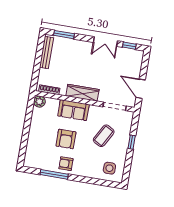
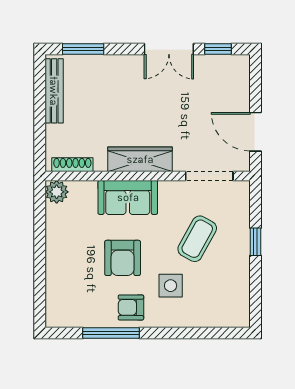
side table: (109, 168) -> (171, 286), moved

